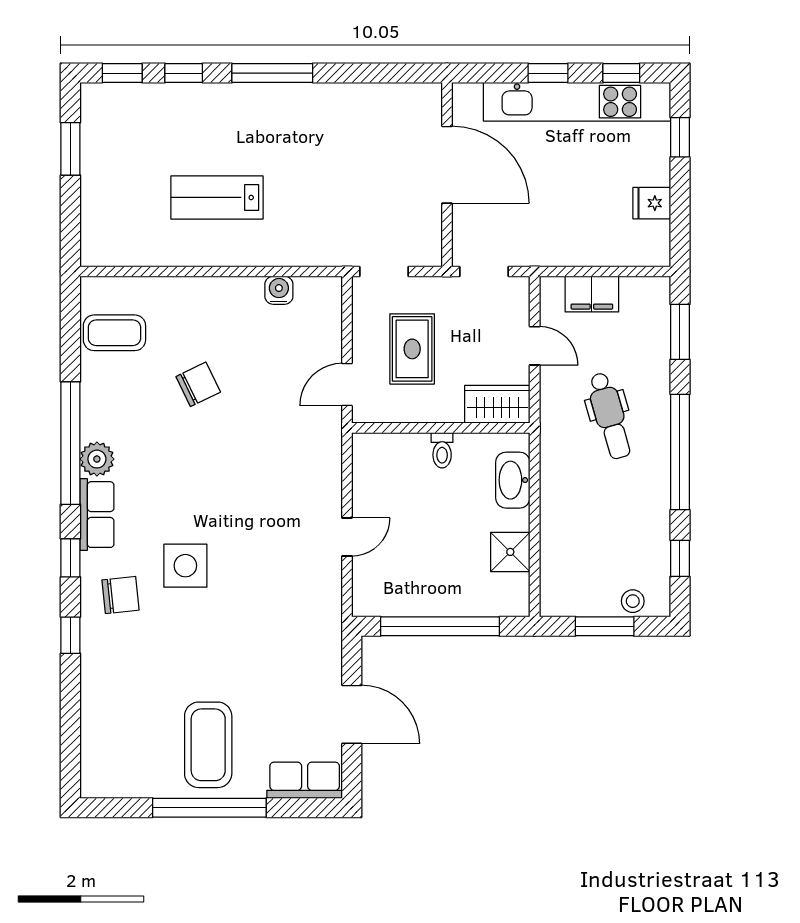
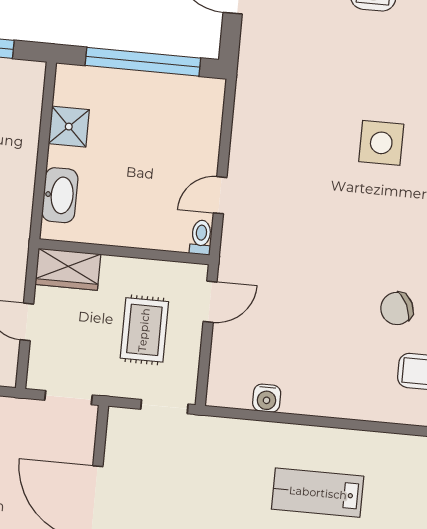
lab bench: (217, 197) -> (318, 493), turned 180
chair: (198, 384) -> (397, 308), moved
toilet: (442, 450) -> (201, 237), moved
door: (347, 537) -> (220, 195), moved

